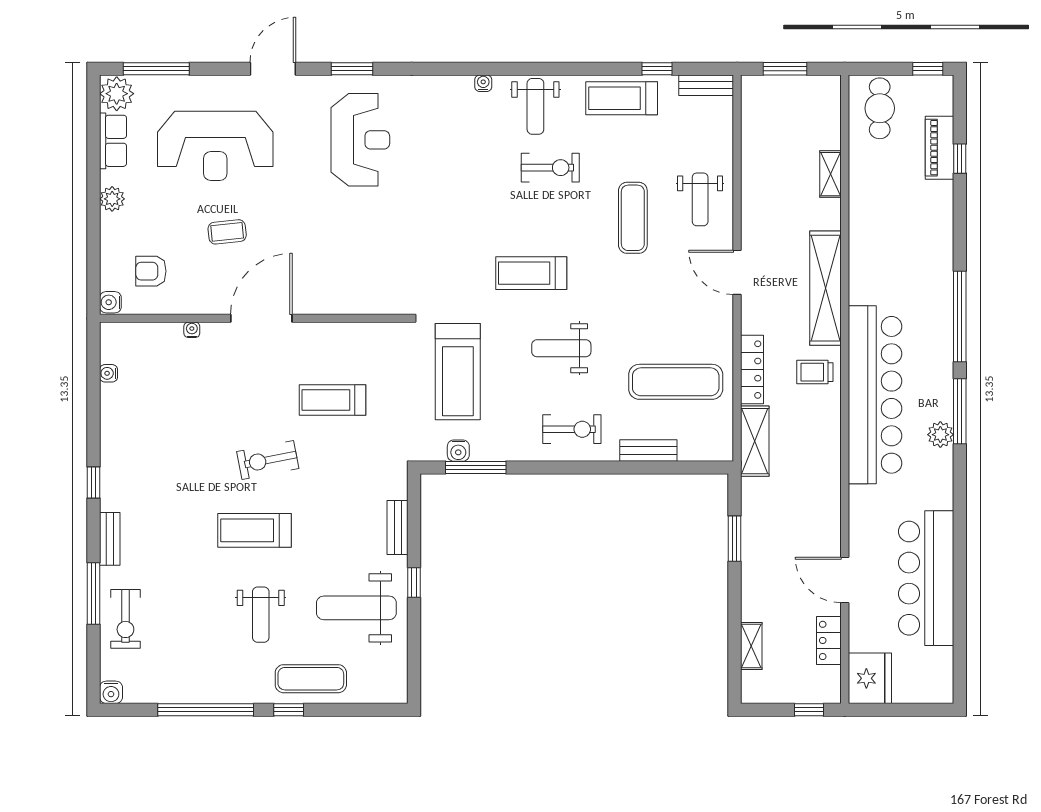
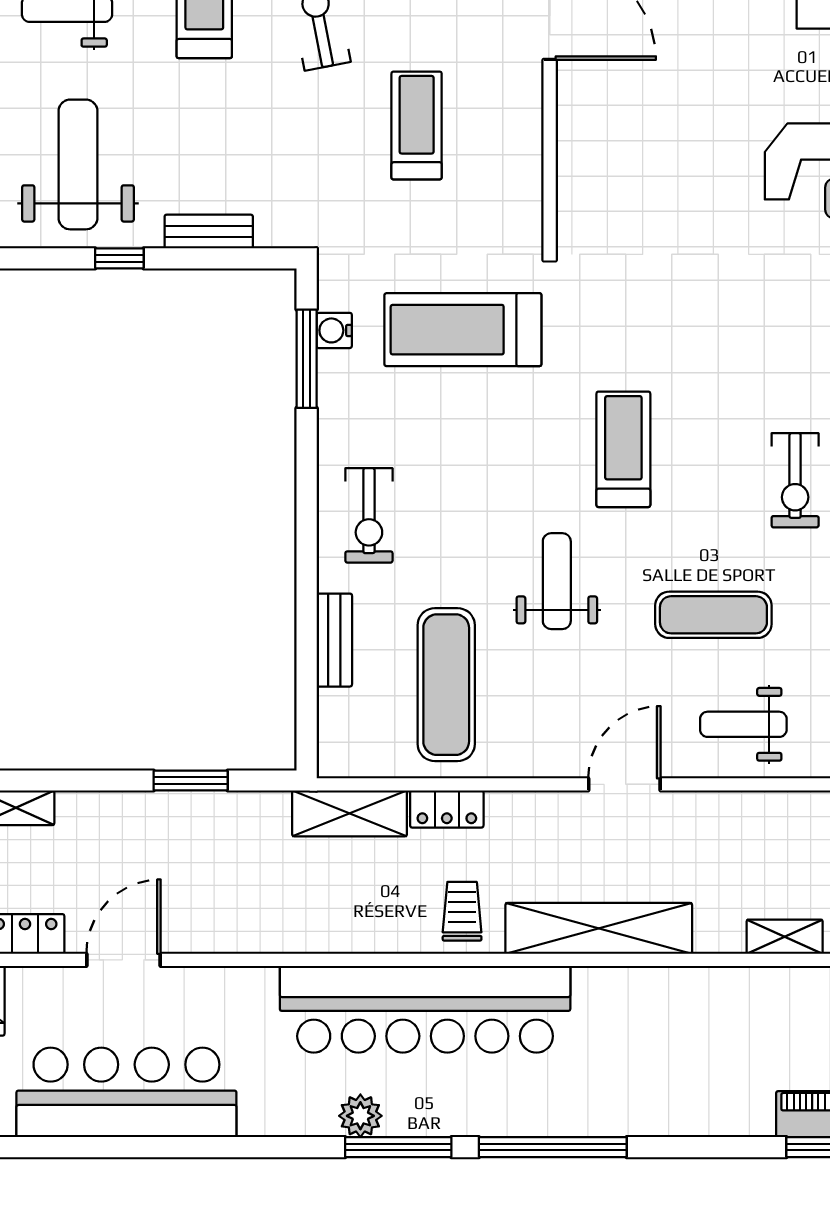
weight bench: (561, 348) -> (557, 581), moved
locker: (752, 370) -> (447, 809), width x0.66

